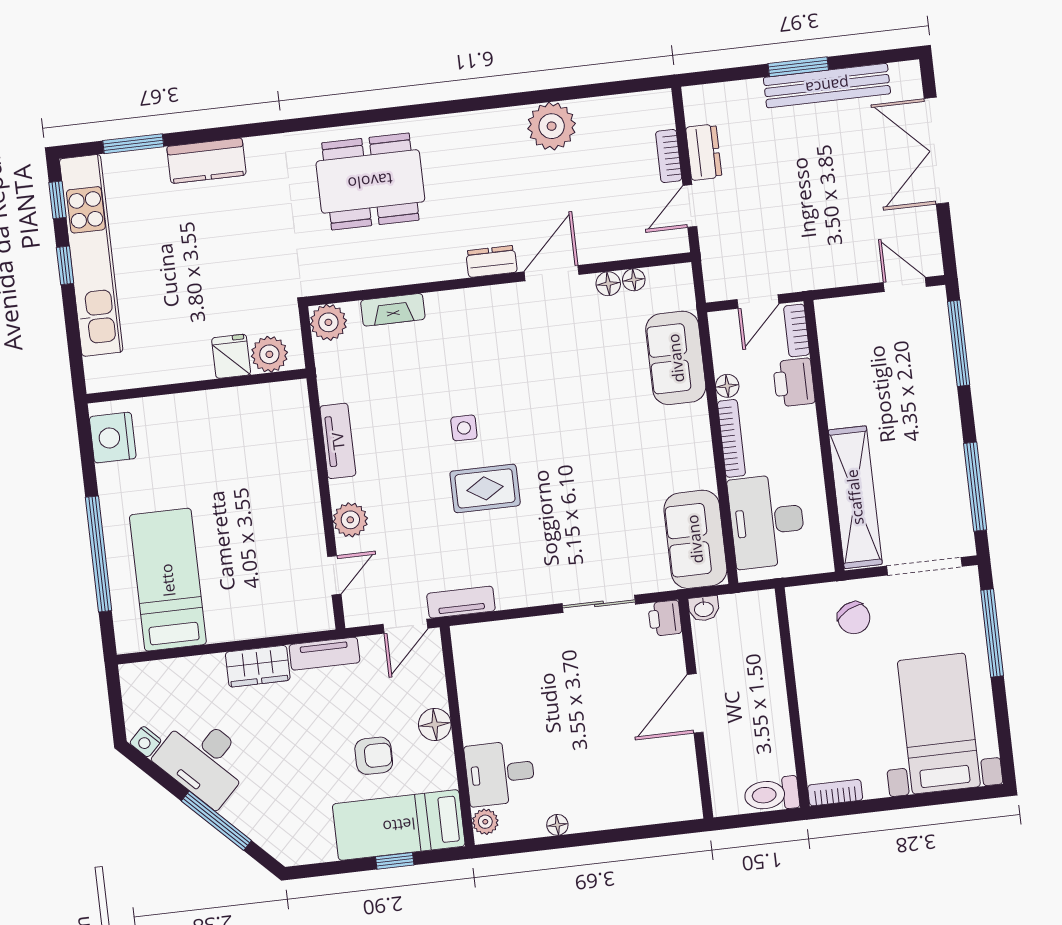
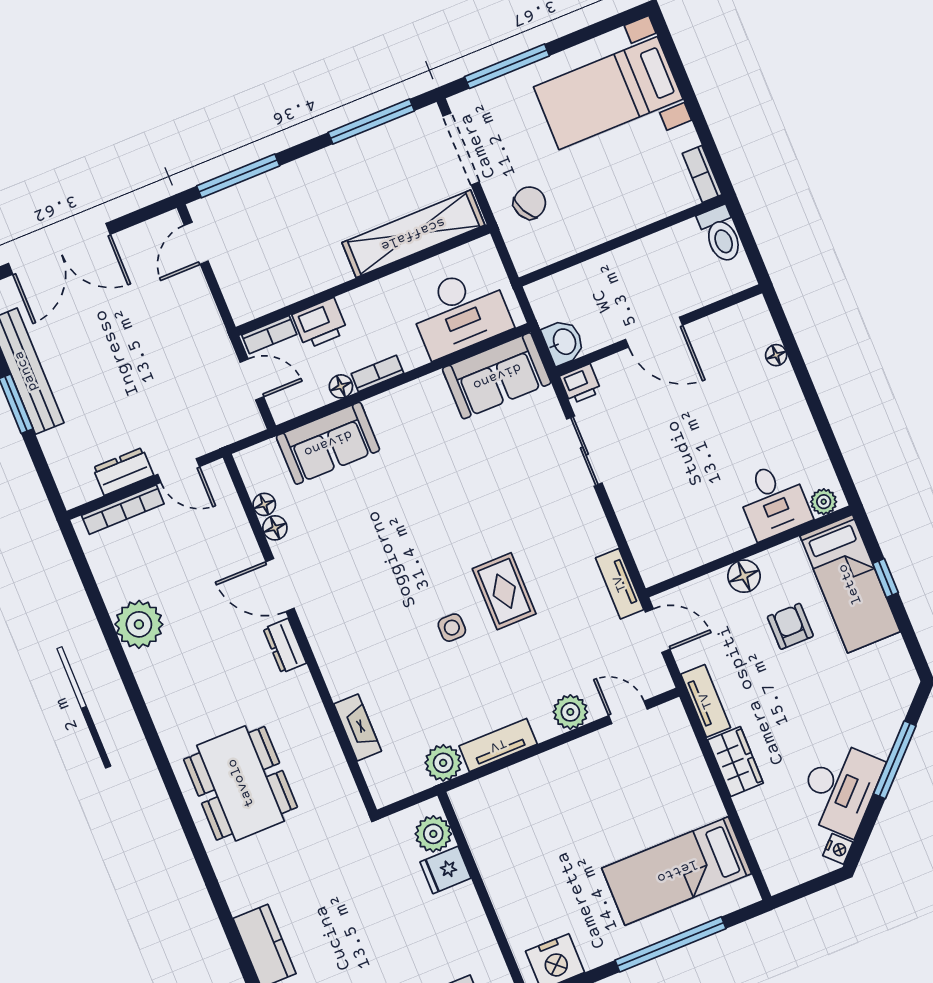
bookcase: (669, 156) -> (123, 510), width x1.56
plant: (328, 322) -> (443, 763), moved
bookcase: (731, 438) -> (377, 373), width x0.64
washbasin: (704, 609) -> (564, 342), width x1.38, depth x1.45
floor lamp: (557, 825) -> (776, 355), moved

